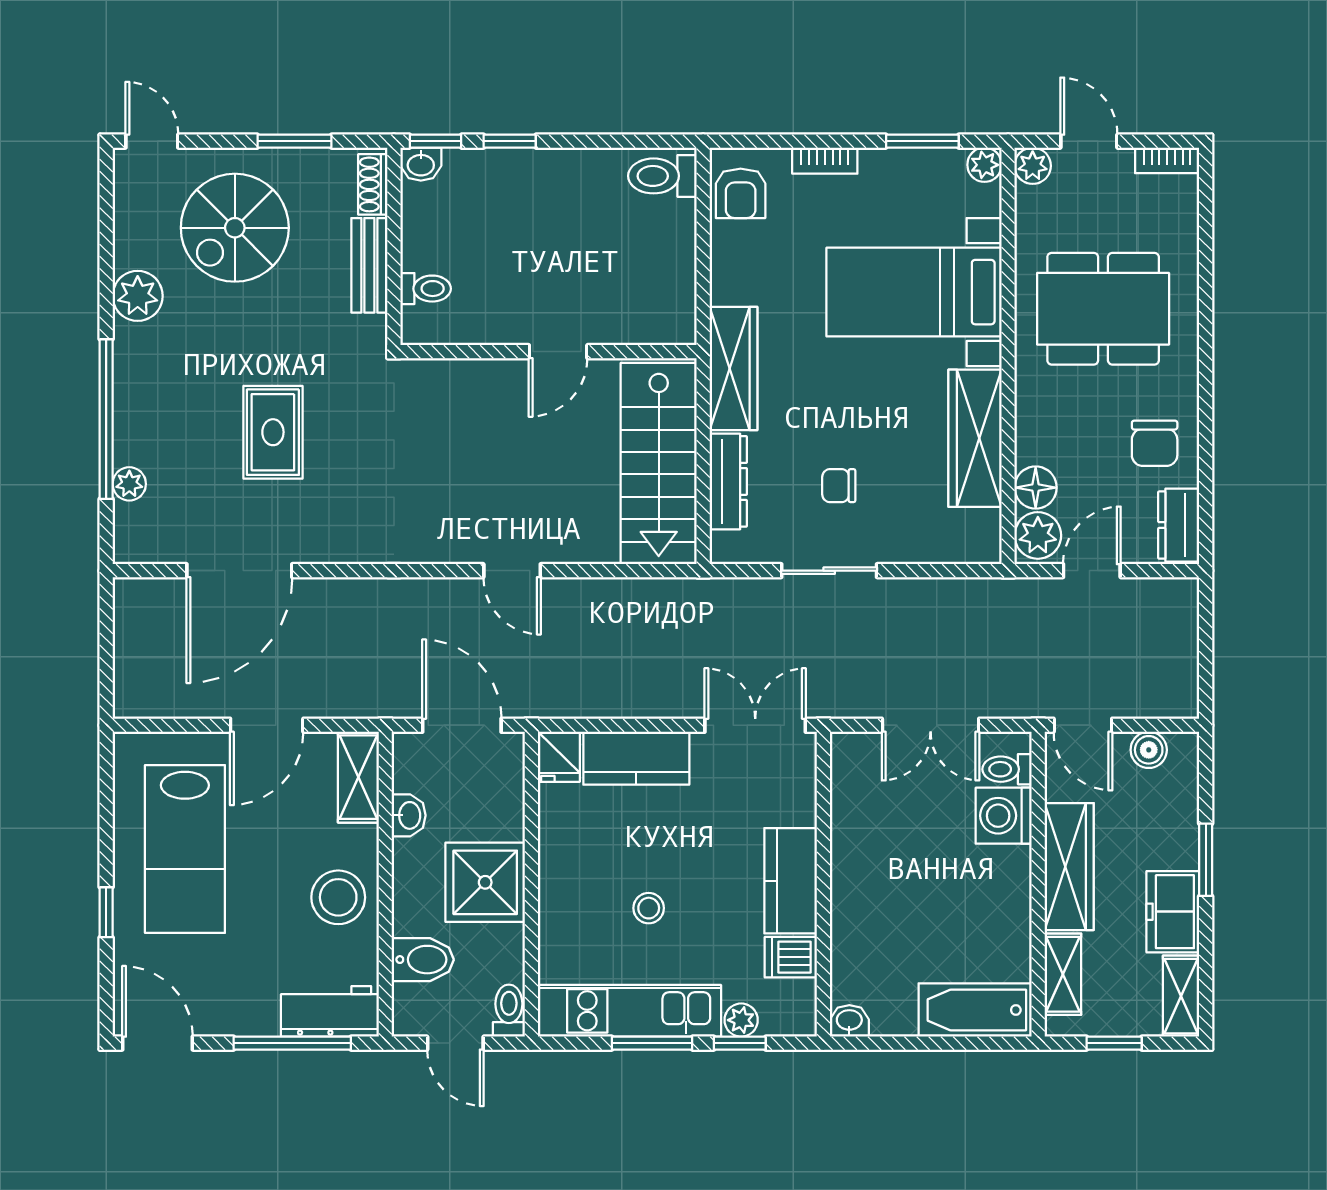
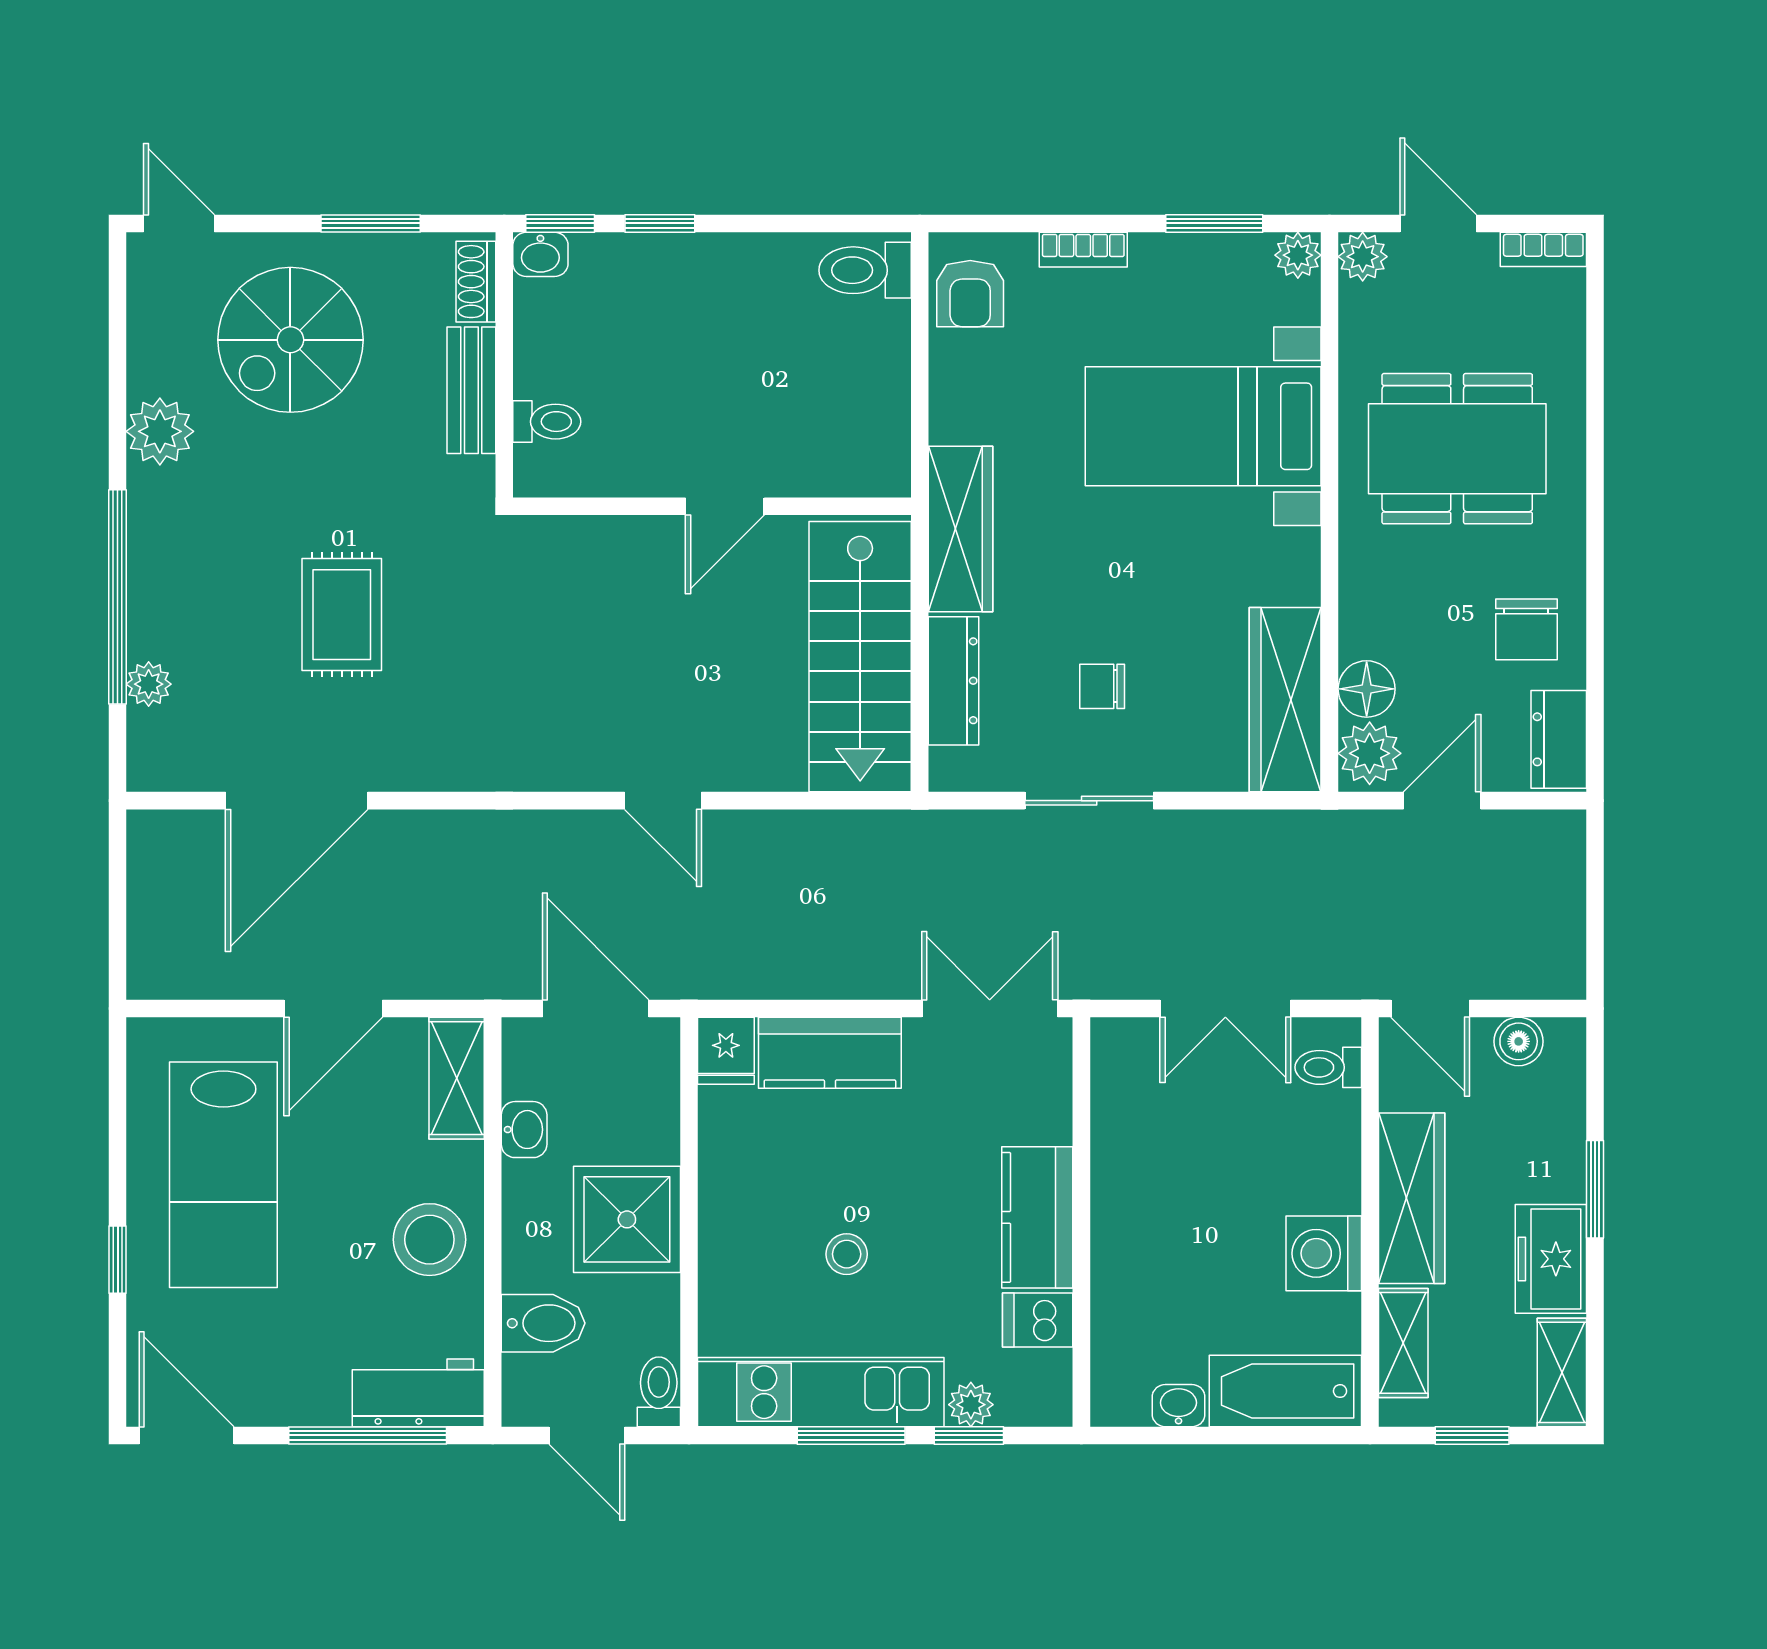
wardrobe: (975, 438) -> (1285, 700), moved
washing machine: (1004, 816) -> (1324, 1253), moved
washbasin: (849, 1021) -> (1179, 1406), moved

